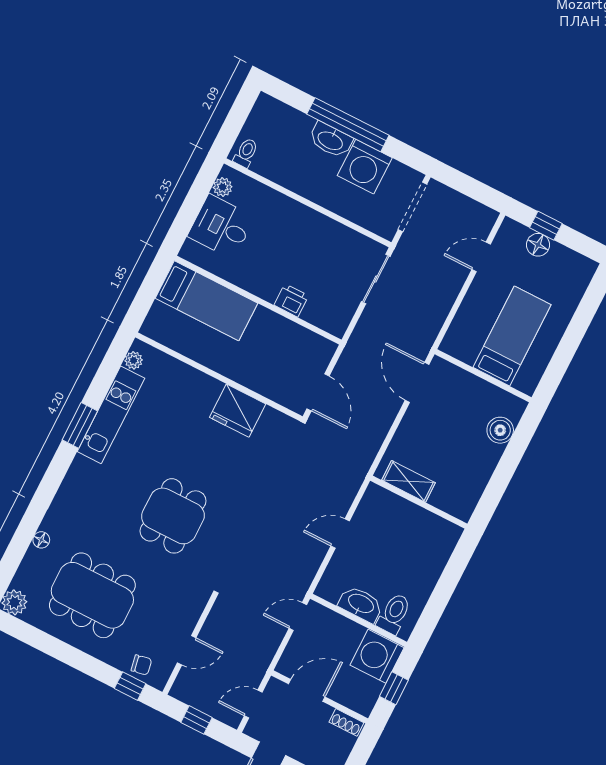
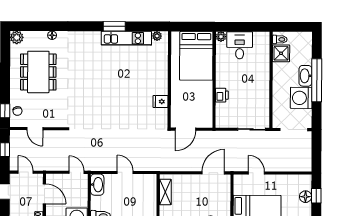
shower: (271, 163) -> (281, 53), added
plant: (223, 187) -> (221, 37), moved
door: (481, 257) -> (256, 173), moved
bed: (206, 301) -> (196, 56), width x1.50
fridge: (238, 411) -> (161, 102), width x0.53, depth x0.75
dining table: (173, 516) -> (94, 91), removed
washbasin: (361, 604) -> (97, 185), moved

